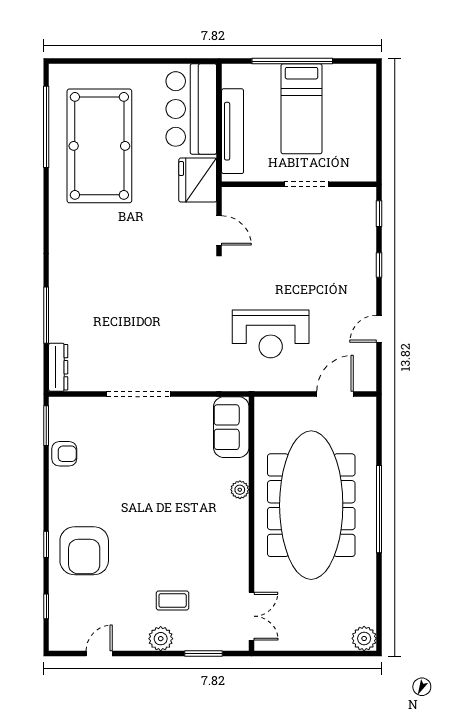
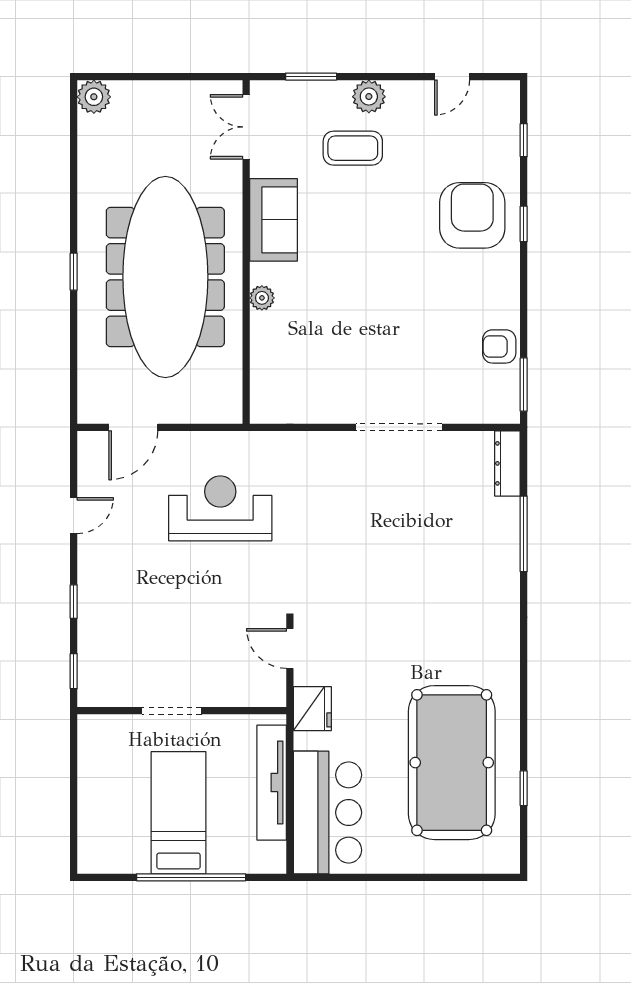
window: (46, 127) -> (524, 788), width x0.32
fridge: (198, 180) -> (312, 709), width x0.73, depth x0.75
sofa: (231, 427) -> (273, 220), moved
window: (379, 509) -> (74, 272), width x0.32
coffee table: (173, 600) -> (353, 148), width x1.36, depth x1.30

